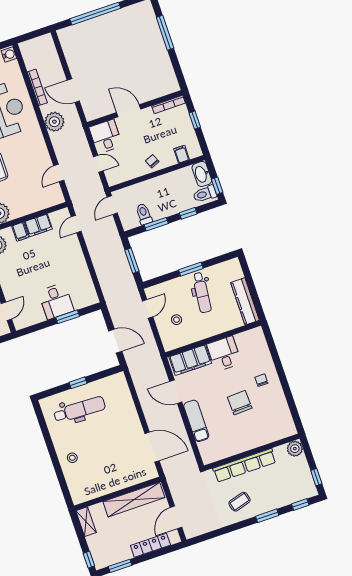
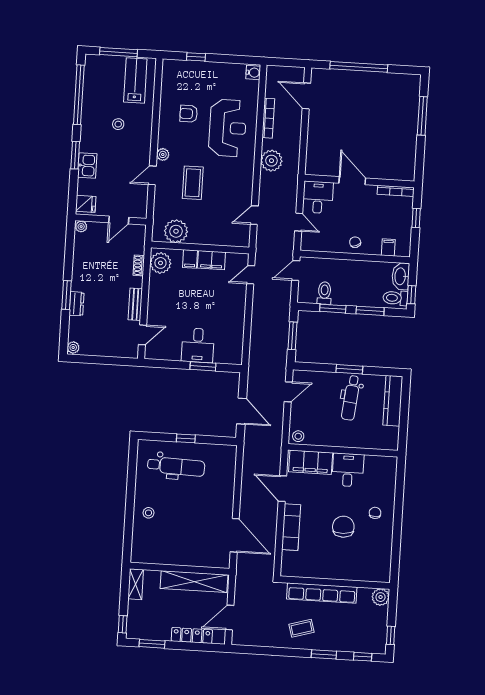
door: (73, 91) -> (306, 96), moved
window: (188, 213) -> (370, 311), width x1.50
kitchen counter: (245, 301) -> (393, 401), moved
stool: (176, 320) -> (298, 436), moved

